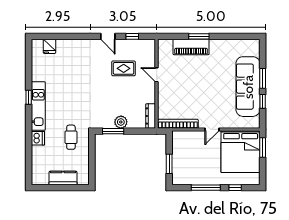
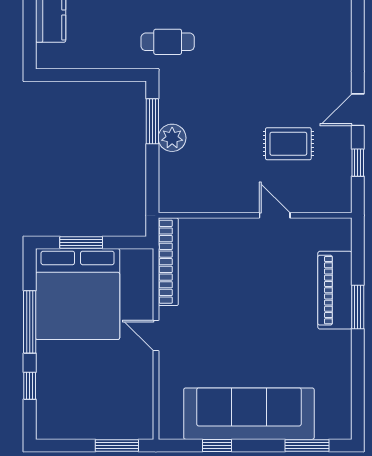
rug: (124, 68) -> (288, 144), turned 90
door: (157, 75) -> (275, 215), hinge flipped
window: (263, 78) -> (307, 445), moved
dresser: (151, 116) -> (185, 202), removed
cafe table: (71, 137) -> (168, 42), moved
bed: (241, 152) -> (78, 294), moved, turned -90

